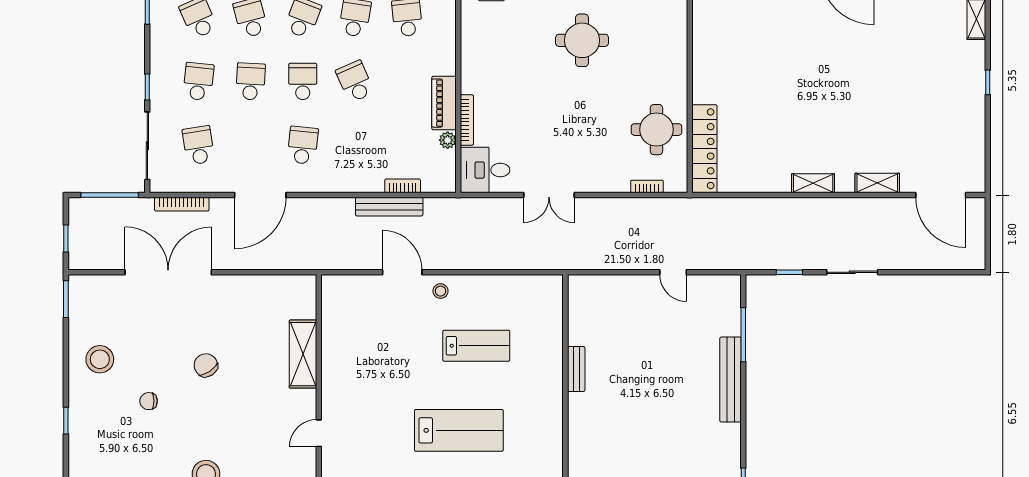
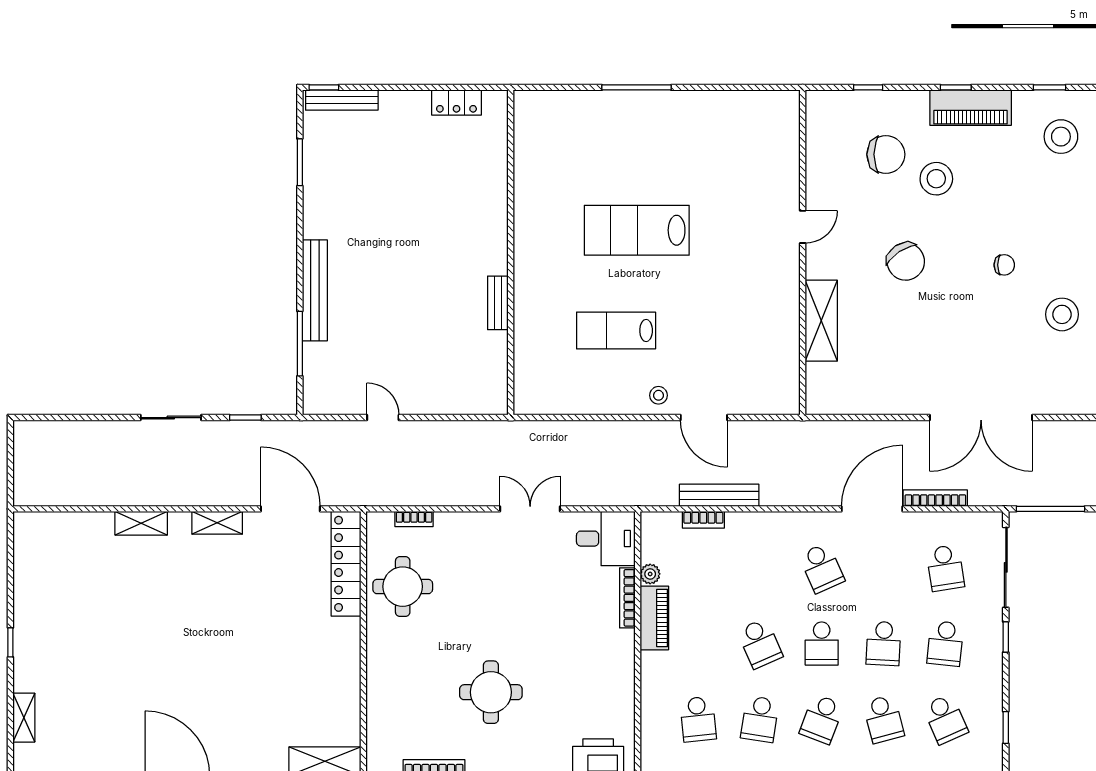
school desk: (303, 145) -> (822, 568), turned -30
door: (941, 195) -> (290, 509), moved
bookcase: (182, 204) -> (935, 498), moved
chair: (206, 365) -> (906, 261), moved, width x1.37, depth x1.37

